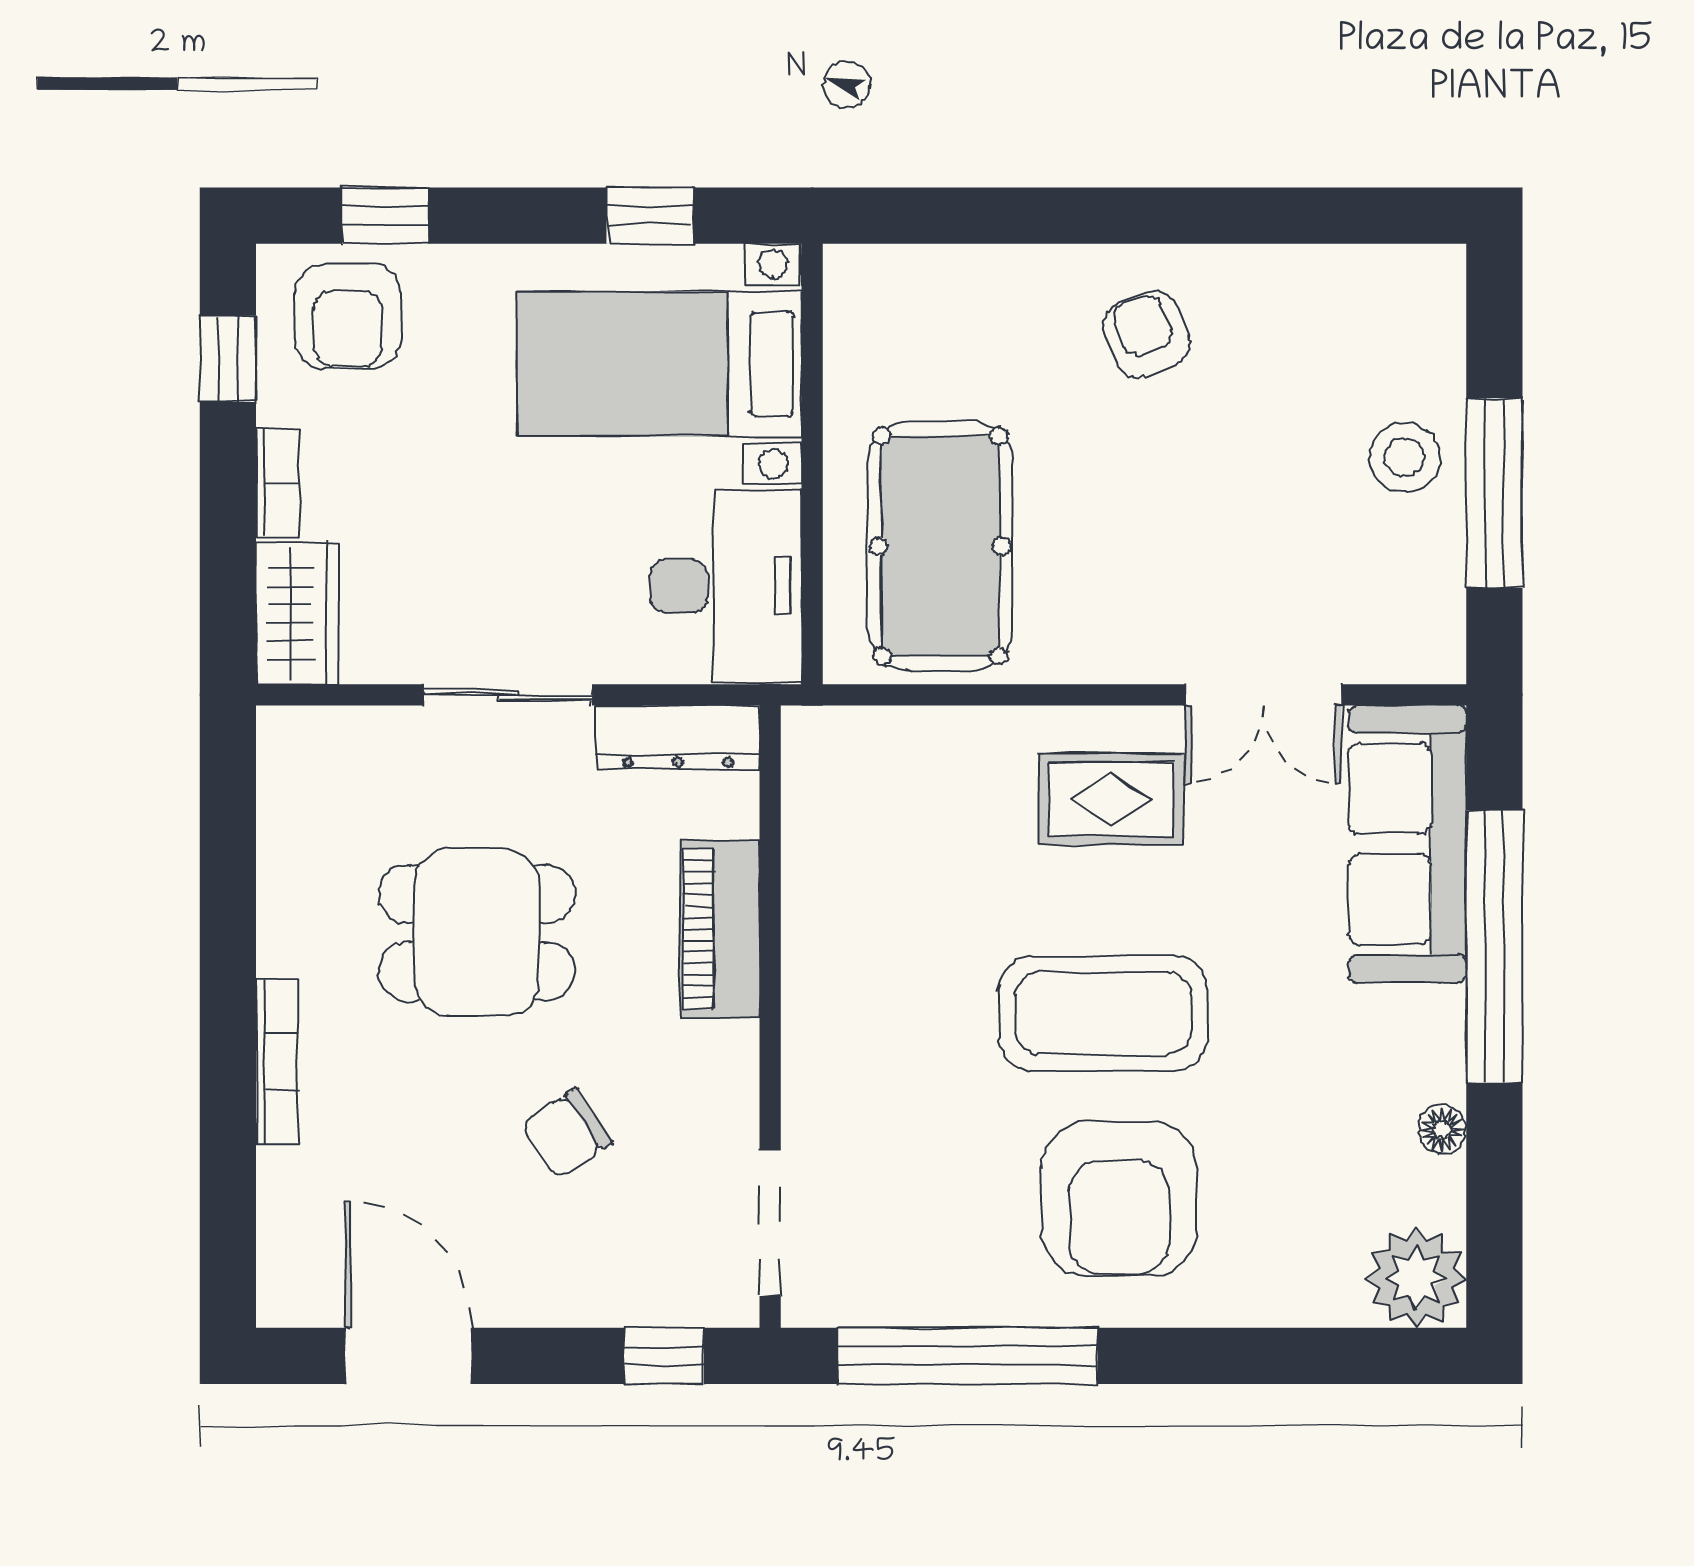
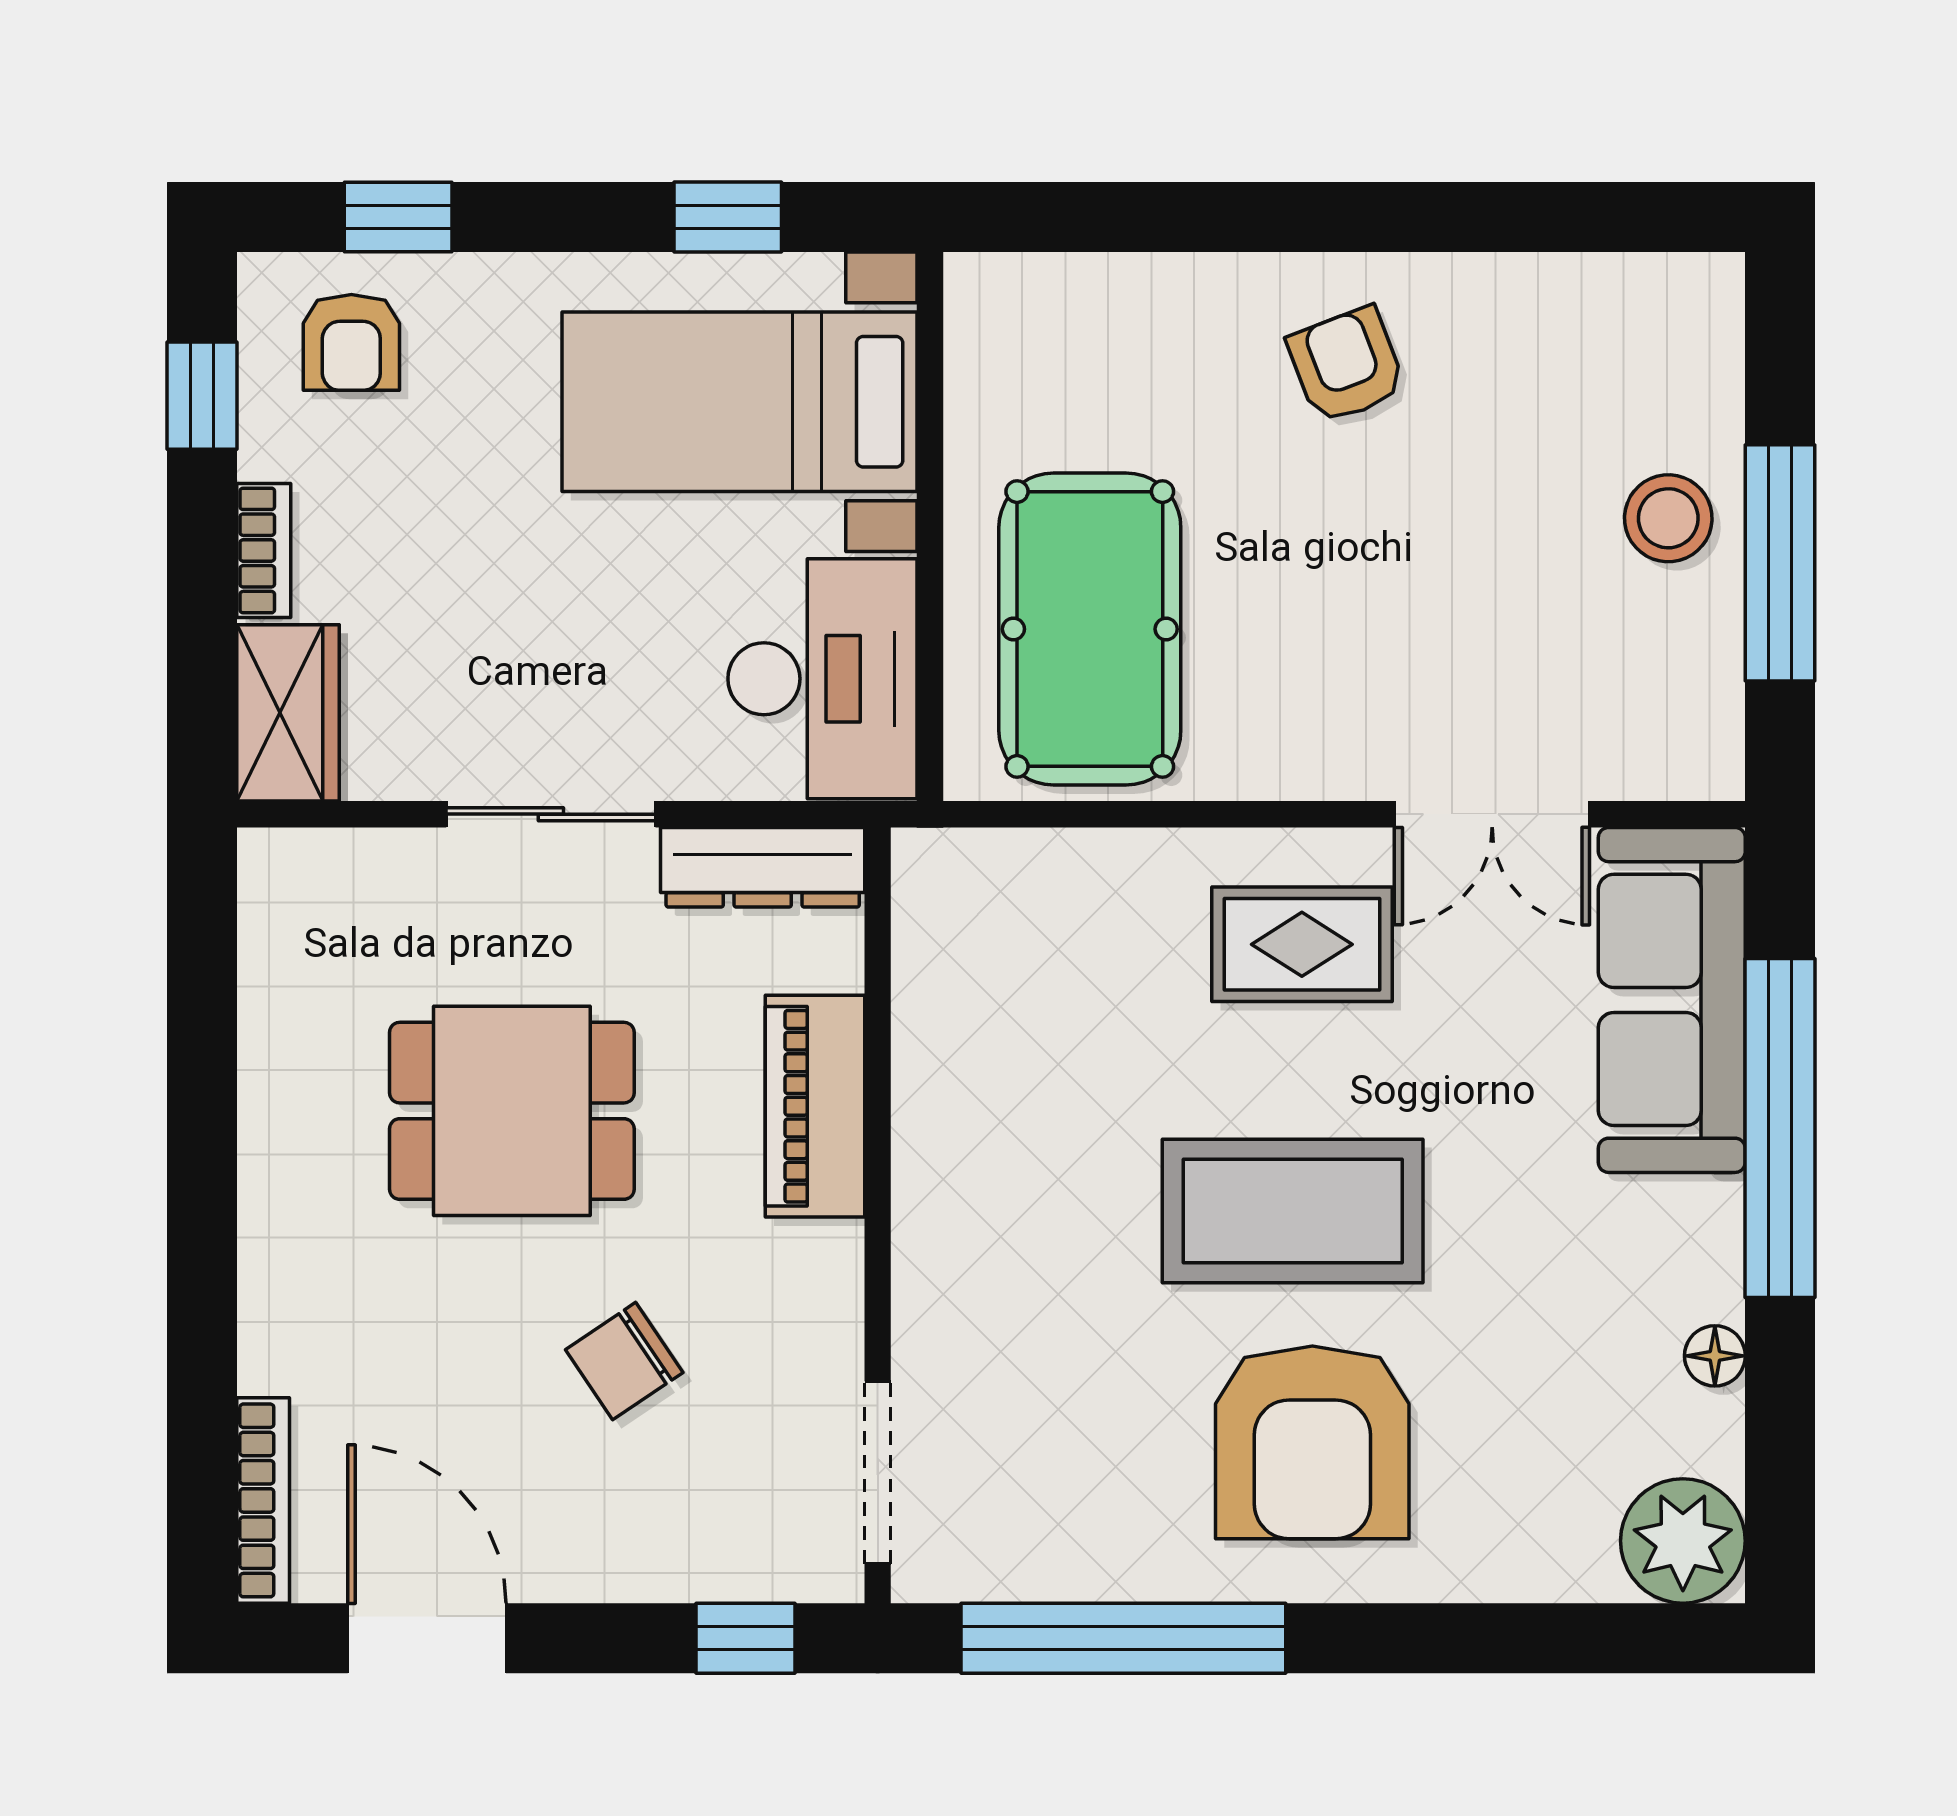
armchair: (348, 316) -> (351, 342), width x0.72, depth x0.72
bookcase: (277, 1062) -> (263, 1500), moved

